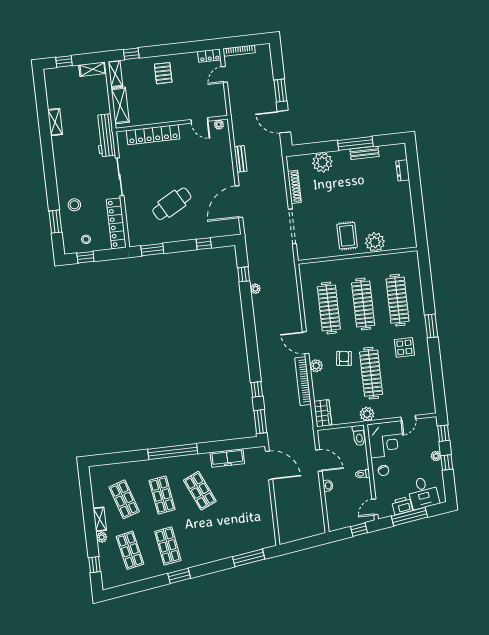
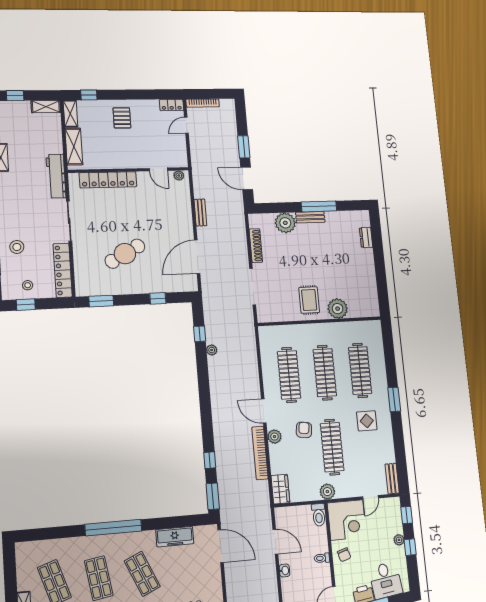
bench: (364, 153) -> (310, 217), moved
bench: (429, 400) -> (392, 479), added

